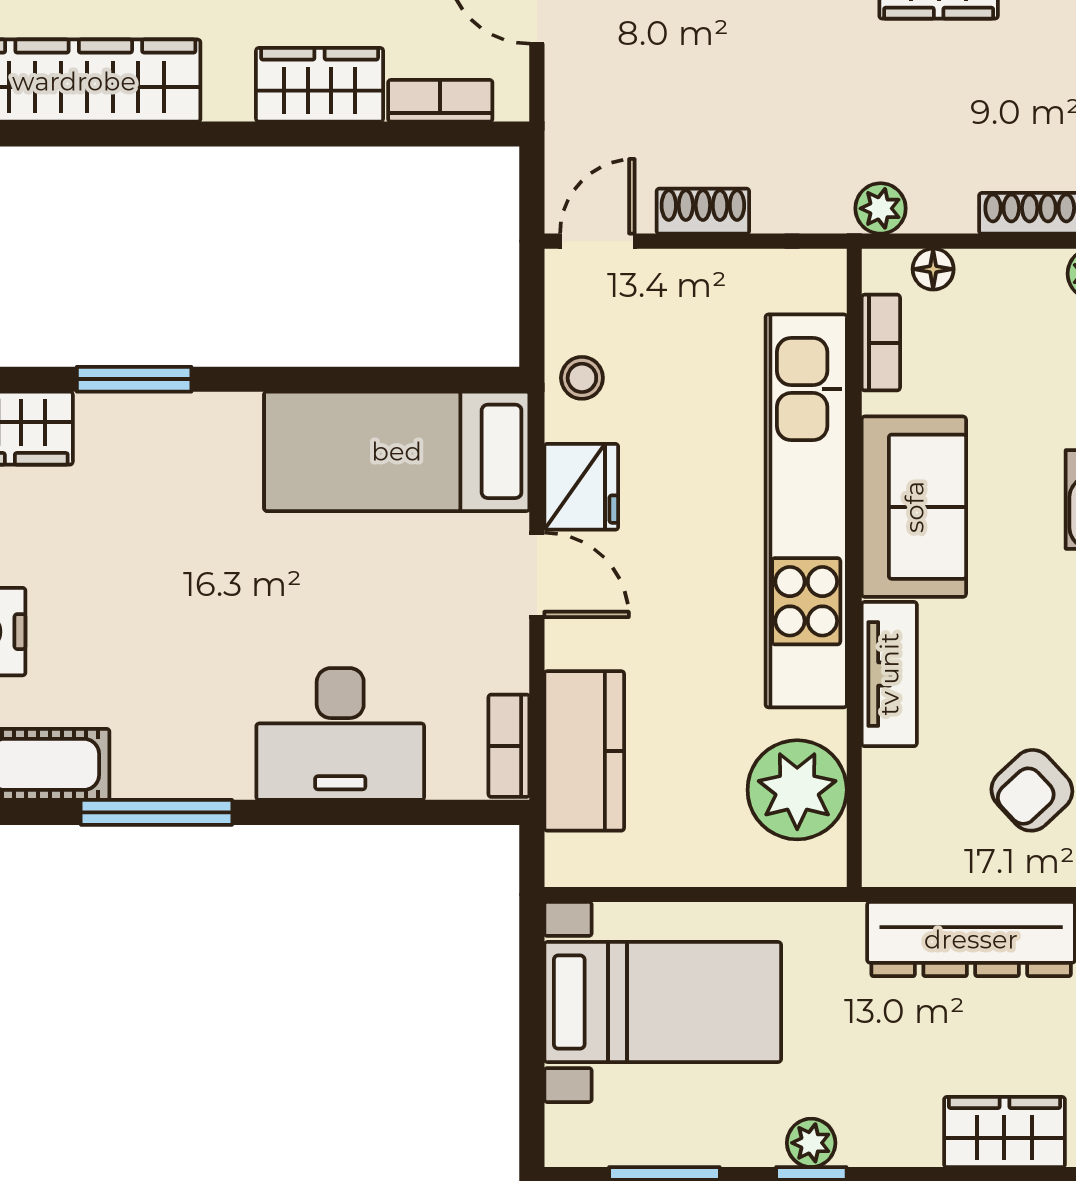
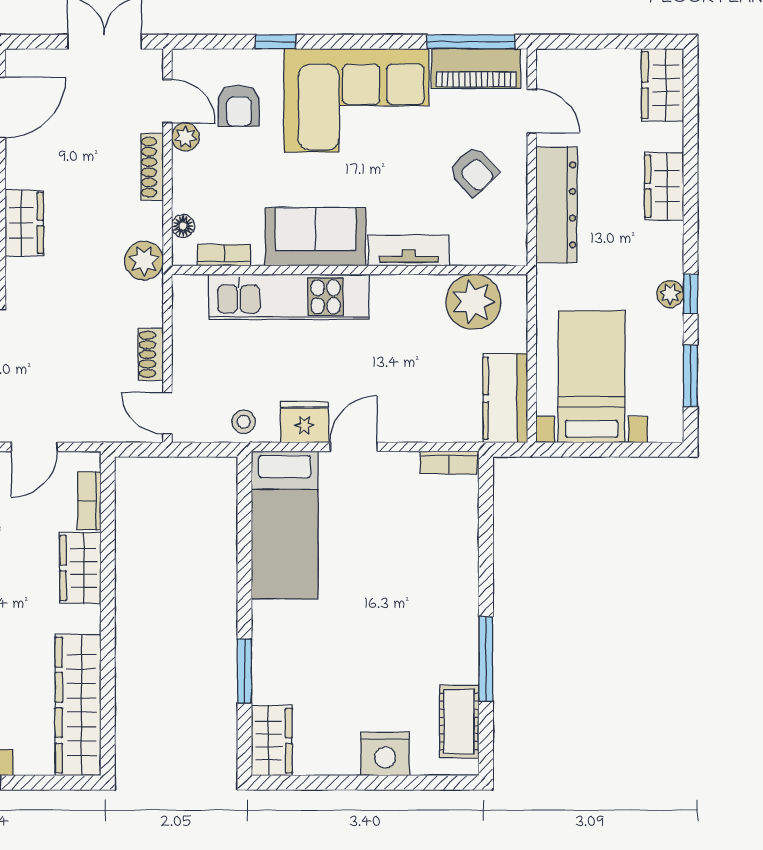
plant: (881, 208) -> (144, 261), width x1.38, depth x1.38
kitchen unit: (806, 511) -> (289, 297), width x0.73
desk: (340, 734) -> (442, 556), removed
kitchen counter: (584, 751) -> (505, 398), moved, turned -90

